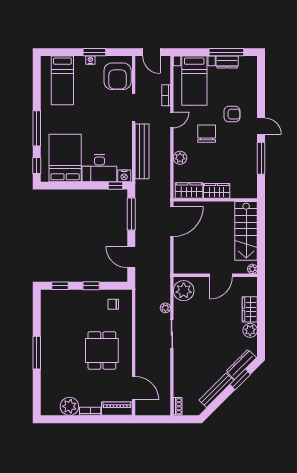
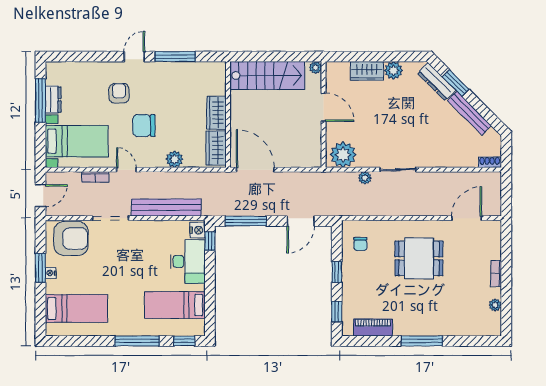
bed: (65, 158) -> (175, 305), width x0.67
plant: (69, 406) -> (495, 305), width x0.53, depth x0.53
piano: (117, 409) -> (373, 327), moved, turned 90

